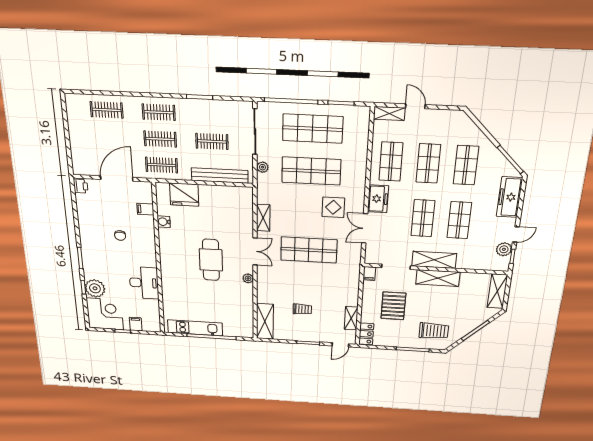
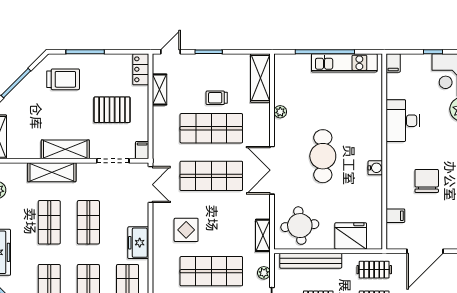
round table: (230, 206) -> (300, 226), added
shelving: (263, 218) -> (263, 235), moved
water cooler: (164, 222) -> (375, 168), moved
double door: (365, 228) -> (151, 185), moved
chair: (120, 236) -> (427, 181), width x1.87, depth x1.87
double door: (255, 251) -> (272, 170), width x1.37
shelving: (434, 260) -> (52, 172), moved
plant: (248, 278) -> (280, 112), moved
shop shelf: (308, 287) -> (211, 128), added
pallet: (393, 306) -> (112, 110), turned 90
filing cabinet: (136, 324) -> (393, 63), moved
trolley: (434, 331) -> (63, 79), turned 180

